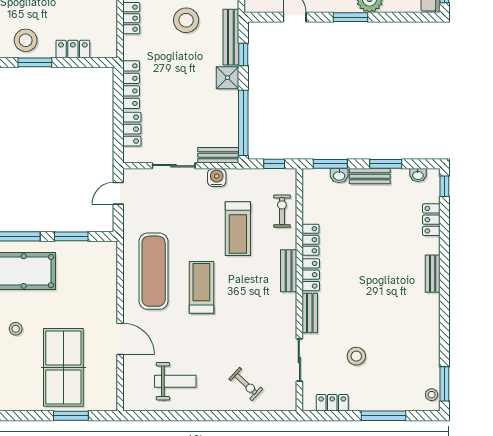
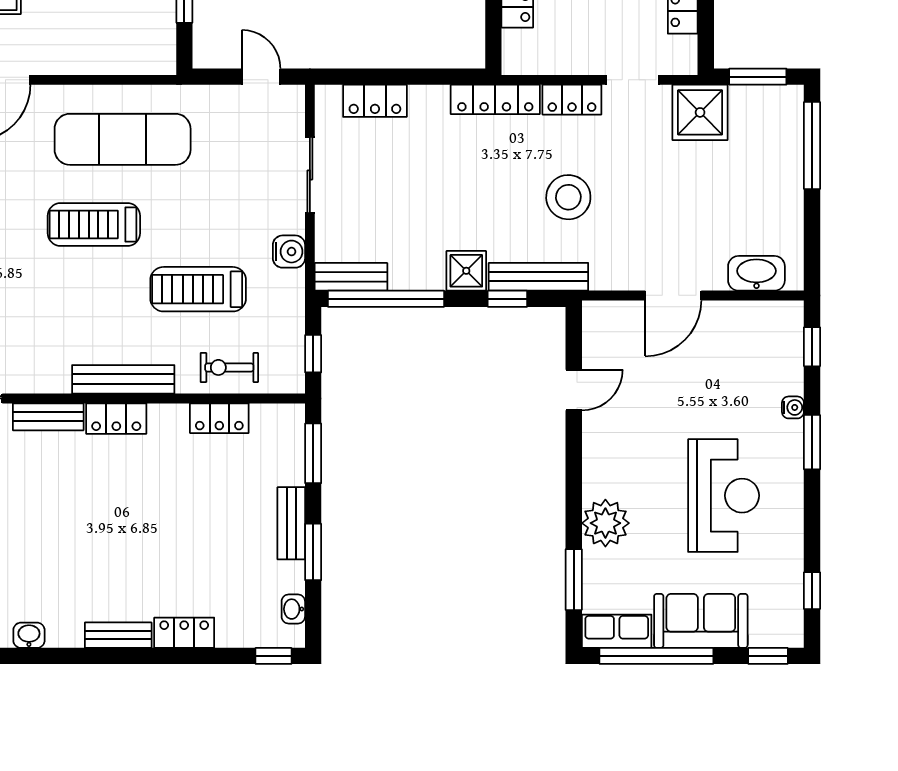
window: (350, 17) -> (574, 580), moved
locker: (131, 85) -> (495, 99), moved
bench: (218, 155) -> (351, 277), moved, turned 90
washbasin: (339, 176) -> (29, 635), moved, turned 90
exercise bike: (282, 211) -> (229, 367), turned 180
locker: (431, 220) -> (184, 633), moved
locker: (310, 240) -> (219, 418), moved
bench: (289, 271) -> (123, 379), width x1.36
treadmill: (201, 287) -> (94, 225), turned 180

